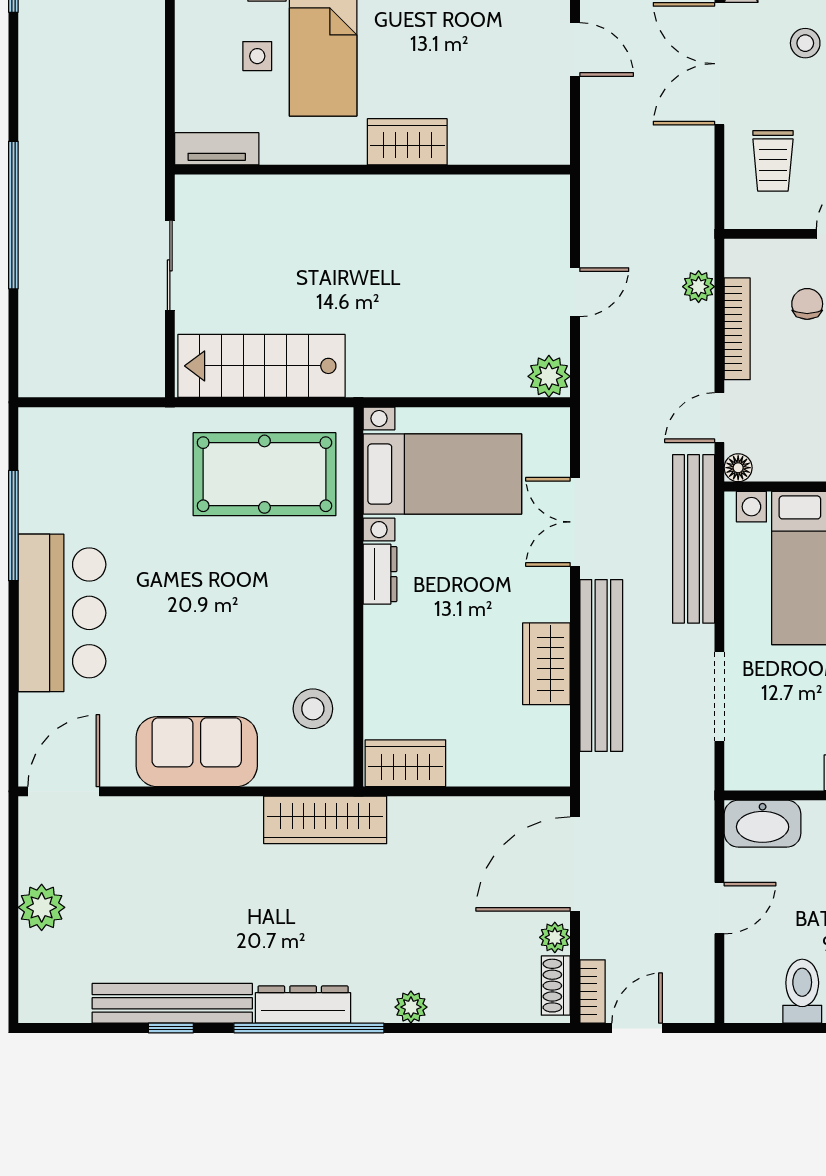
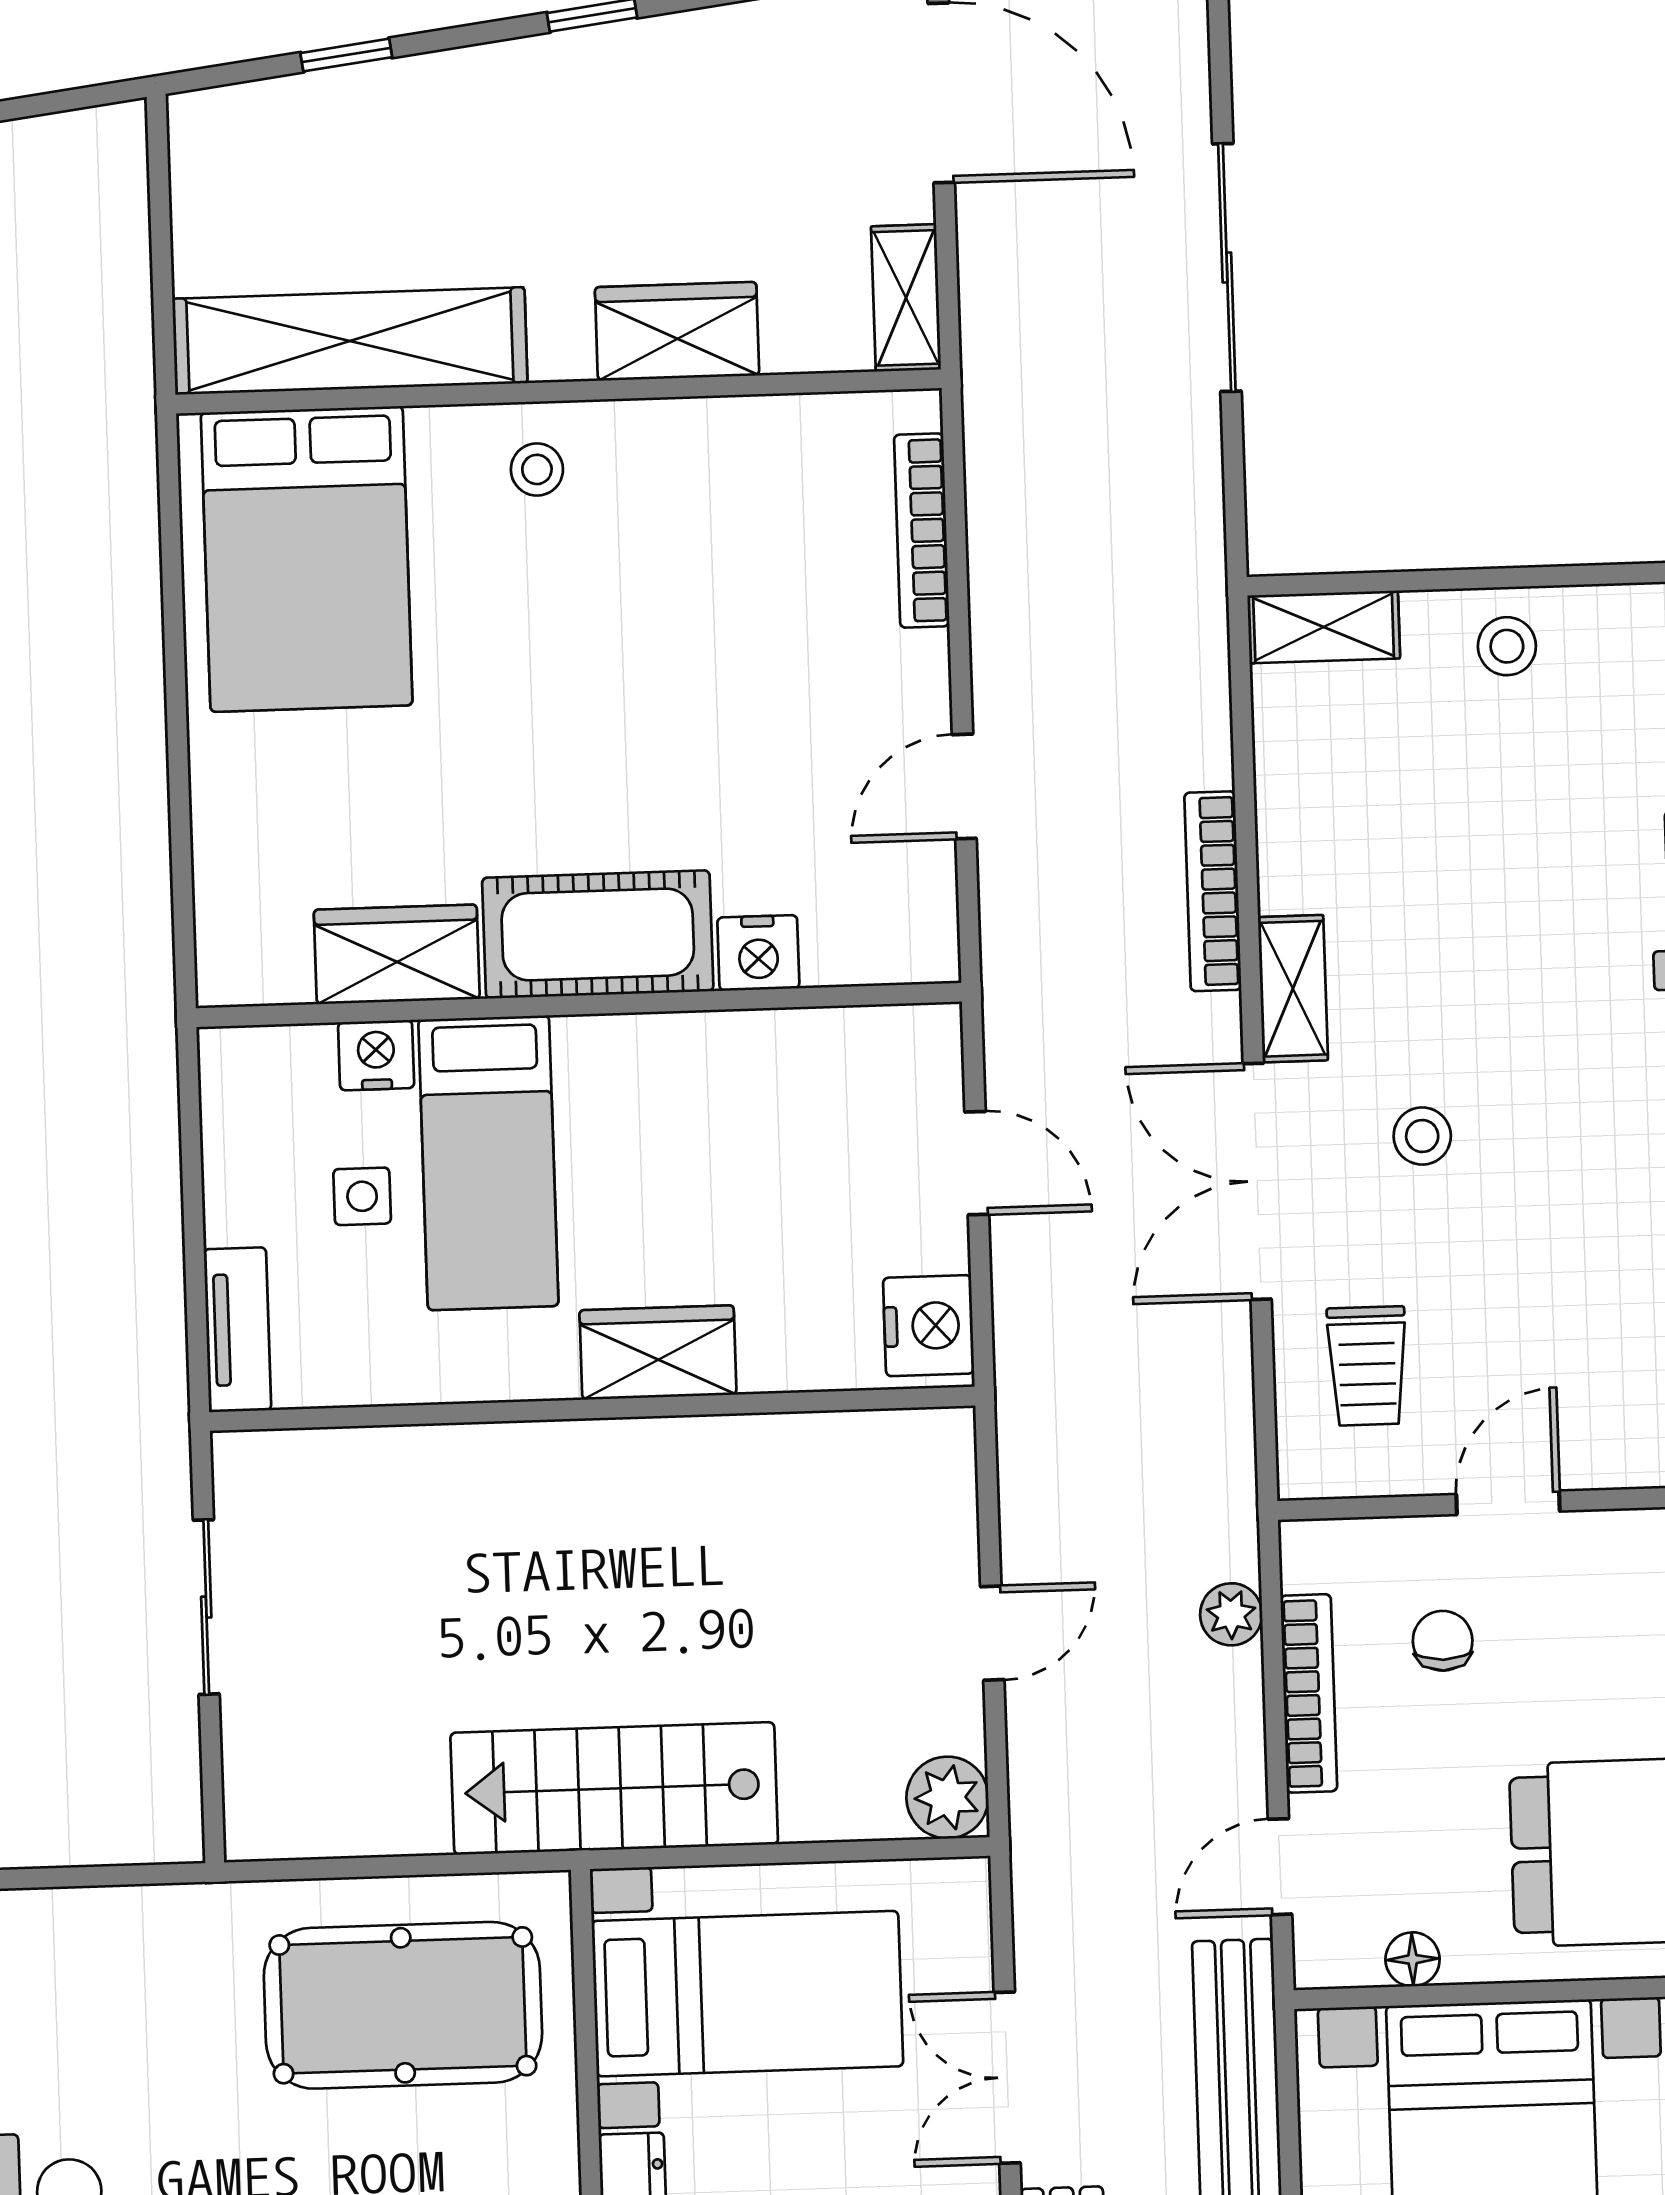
nightstand: (547, 133) -> (929, 1326), added
tv unit: (217, 149) -> (238, 1330), moved, turned 90
stairs: (261, 366) -> (614, 1788), moved
floor lamp: (738, 468) -> (1413, 1959), moved

